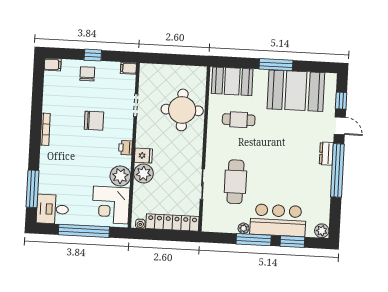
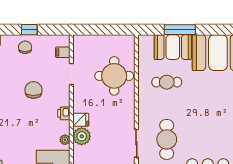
window: (276, 65) -> (180, 30), moved
filing cabinet: (128, 68) -> (63, 52), moved
booth: (232, 81) -> (173, 47), moved
chair: (94, 121) -> (33, 90), turned -90
plant: (120, 176) -> (65, 140), width x0.53, depth x0.53

